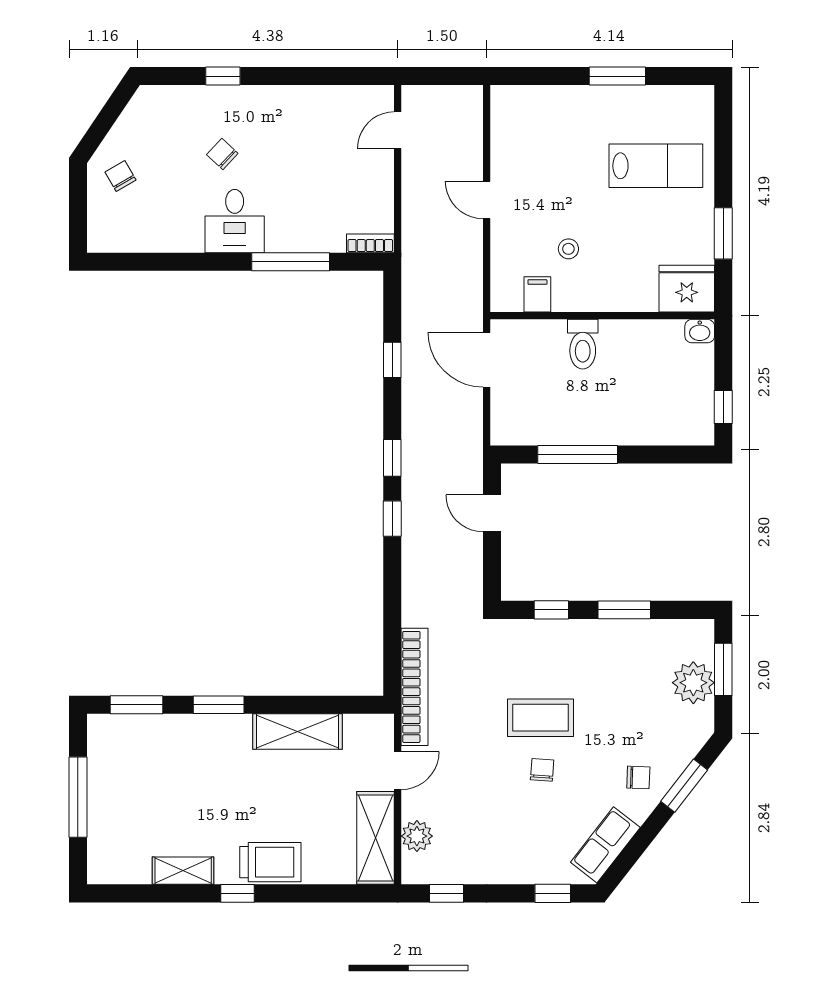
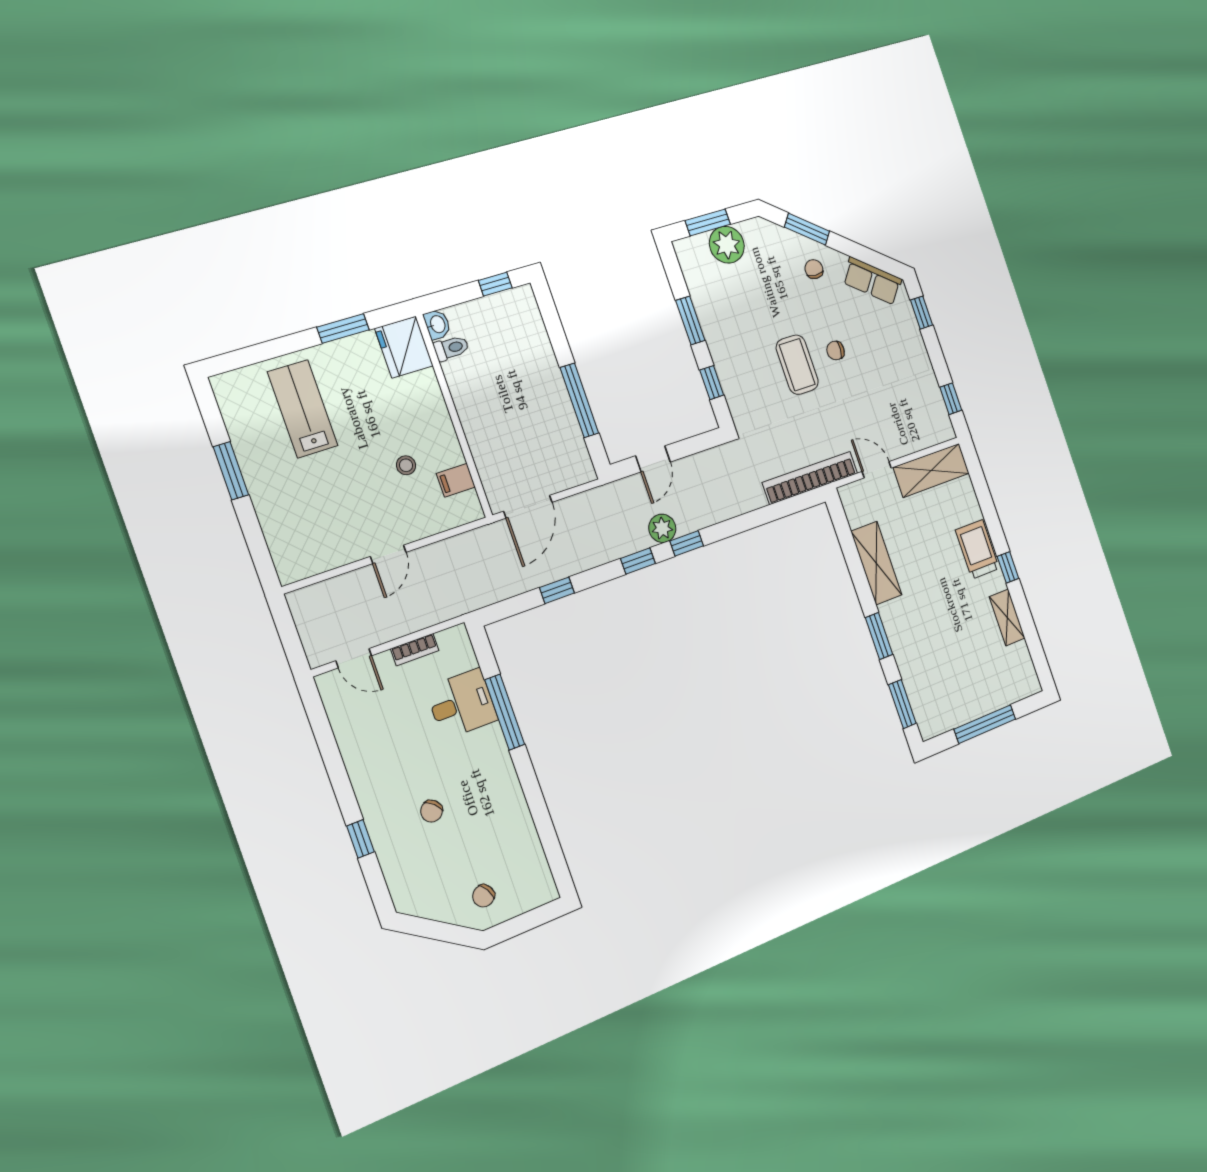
desk: (235, 221) -> (462, 704), moved
bookcase: (370, 243) -> (415, 650), moved, turned -90
toilet: (583, 344) -> (451, 348), moved, width x0.73, depth x0.72
plant: (417, 836) -> (662, 528), moved

